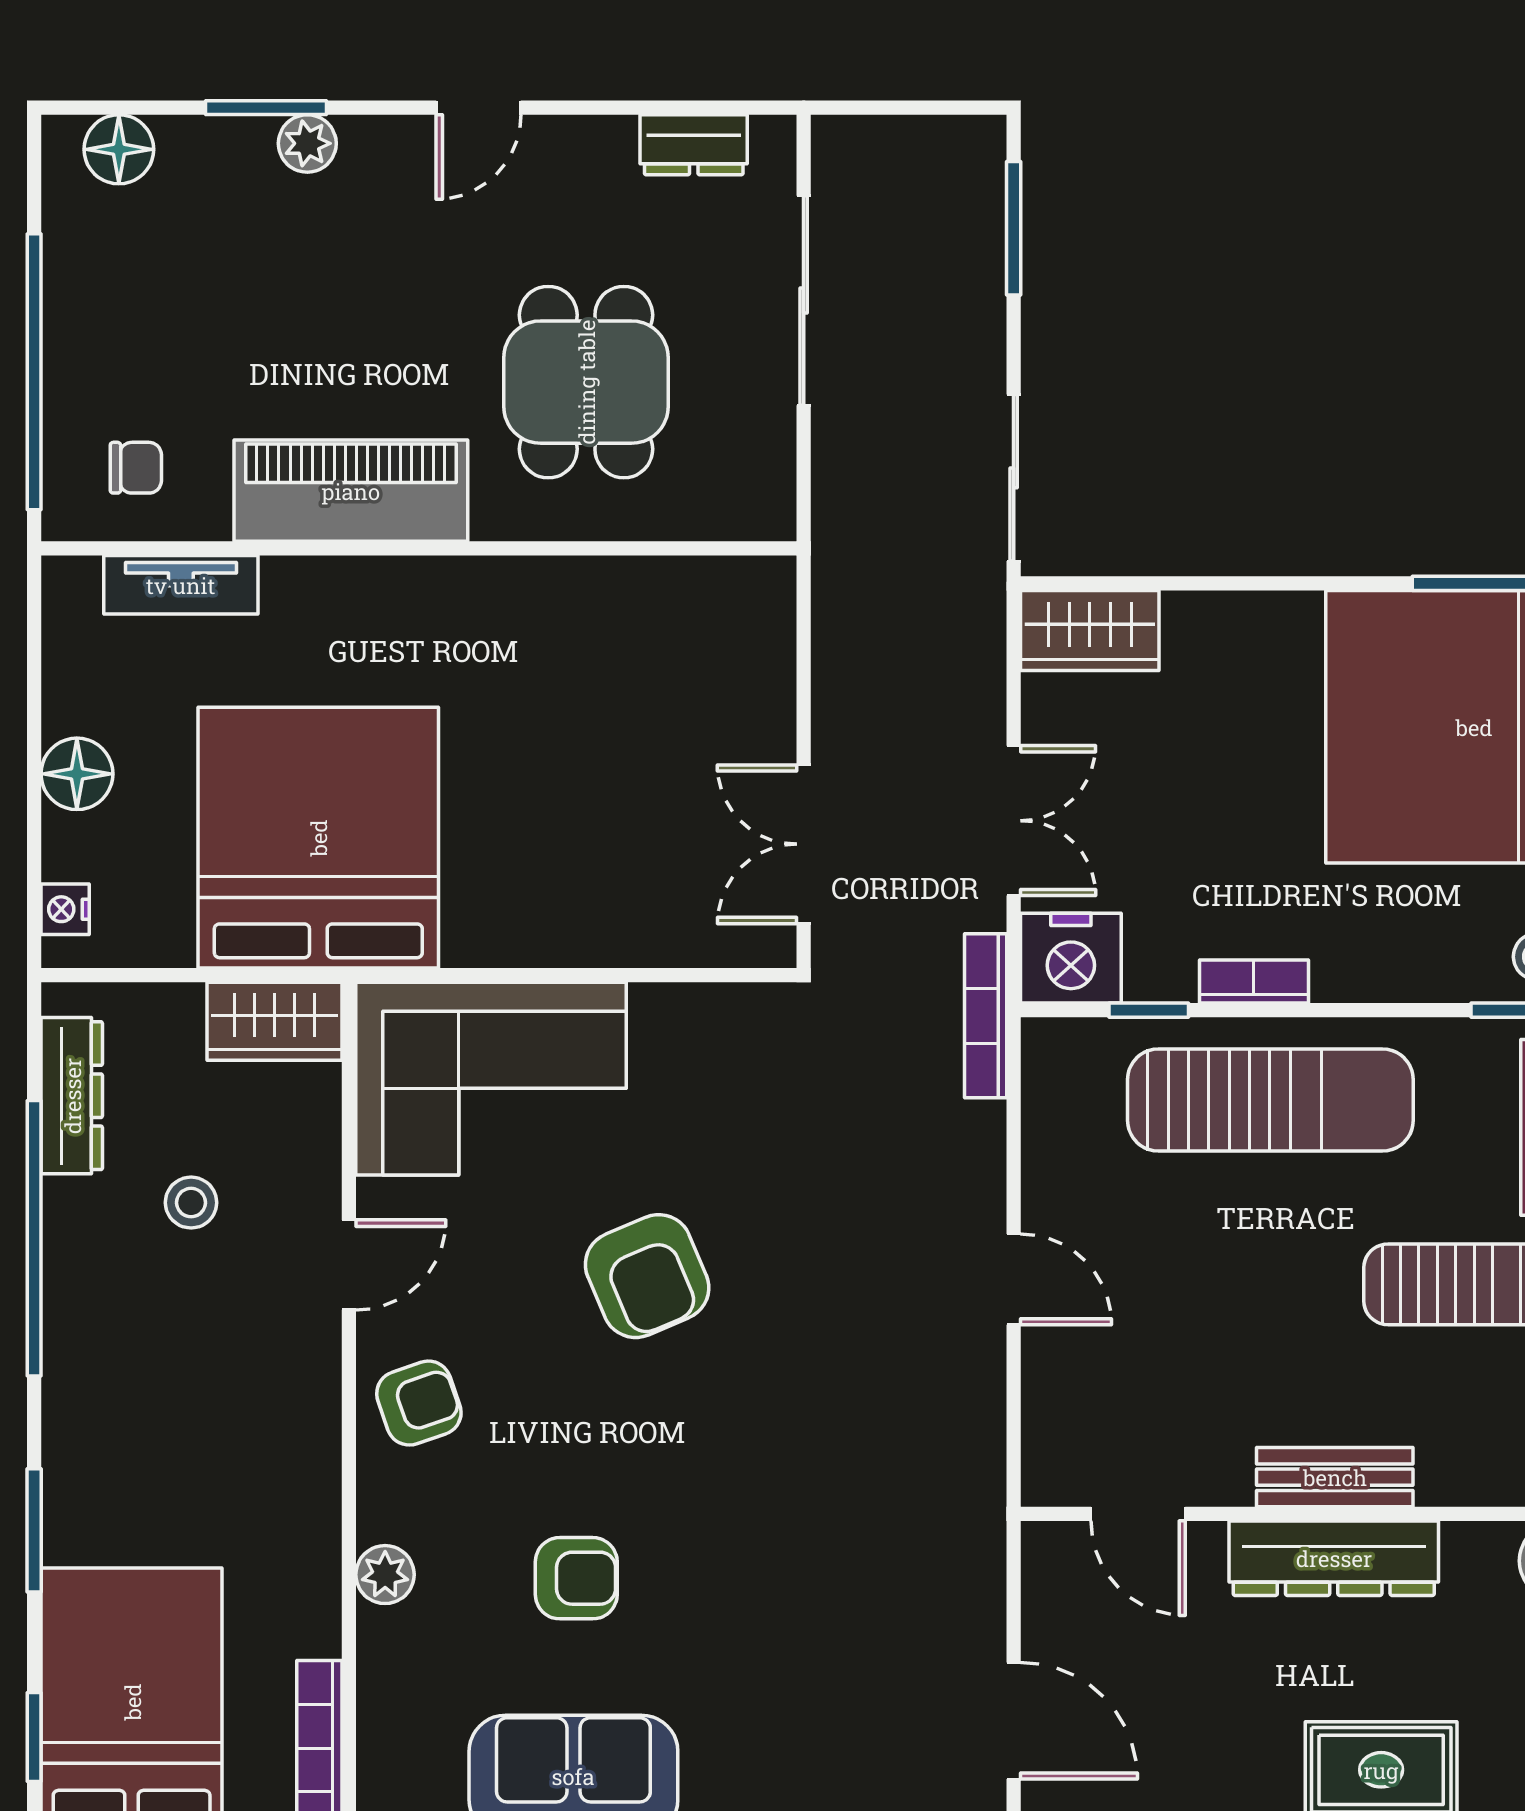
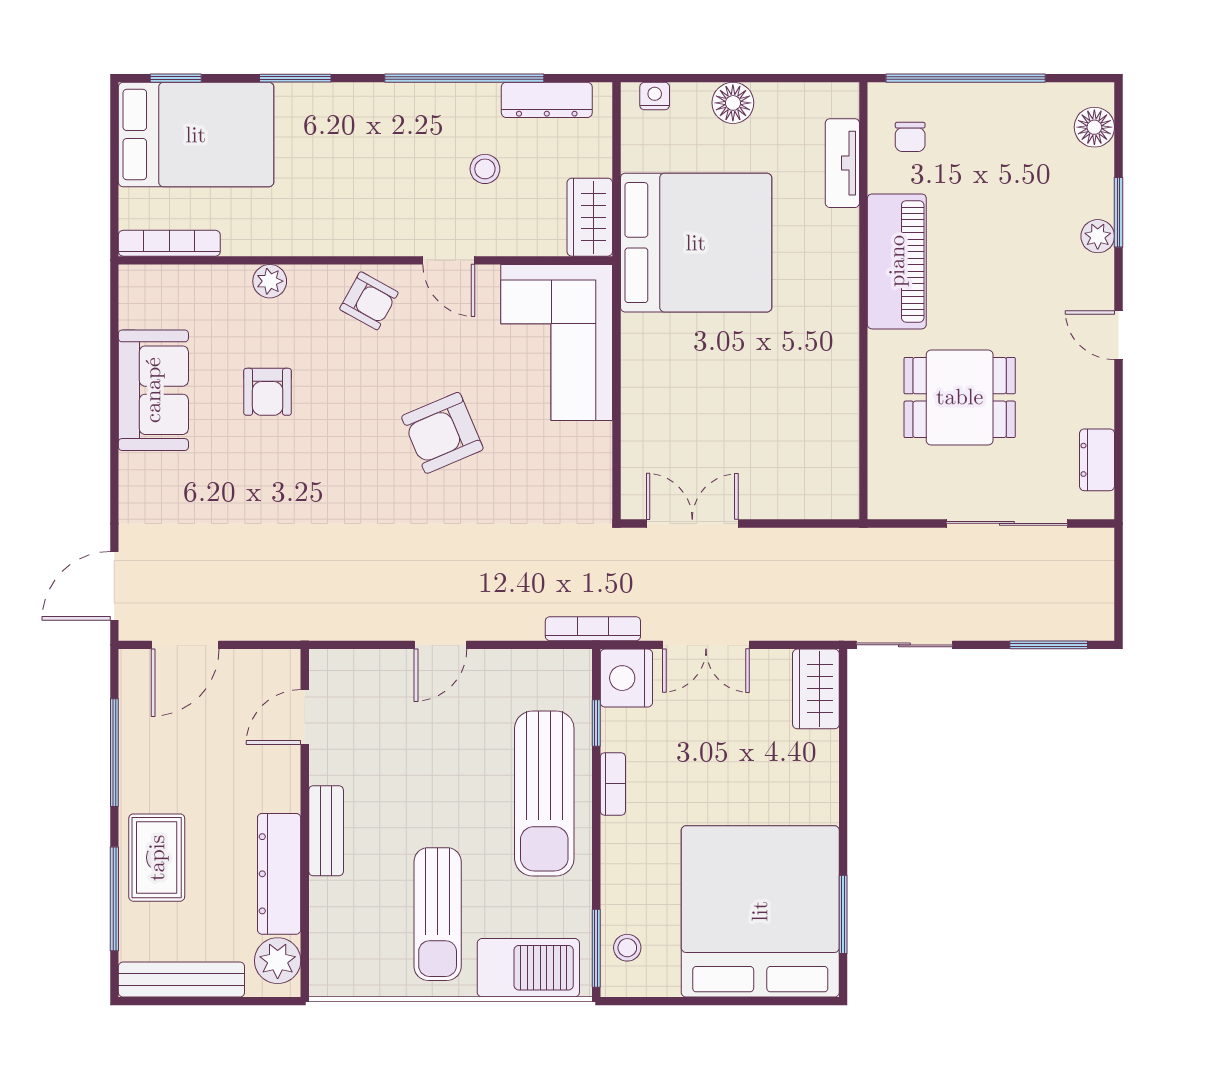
armchair: (419, 1403) -> (369, 301), turned -42
dresser: (1334, 1558) -> (279, 874), moved

